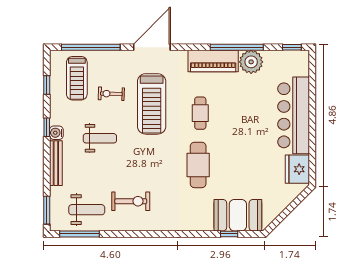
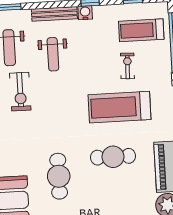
cafe table: (200, 113) -> (113, 157), width x1.37, depth x1.35
weight bench: (100, 138) -> (53, 54), moved
cafe table: (198, 165) -> (59, 176), moved, turned 90

